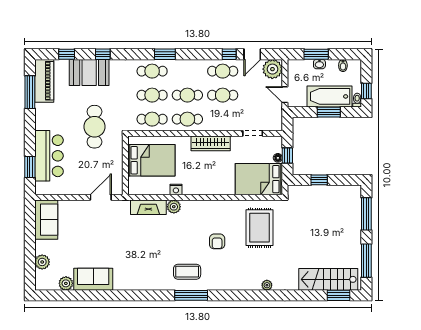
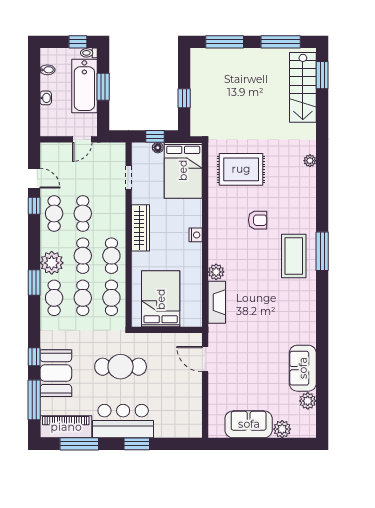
window: (67, 54) -> (34, 400), width x2.17
window: (316, 54) -> (34, 102), removed
plant: (272, 69) -> (52, 263), moved
bar counter: (49, 156) -> (123, 421), moved
window: (30, 167) -> (137, 444), moved
nightstand: (176, 190) -> (196, 235), moved
sofa: (46, 220) -> (249, 424), moved
coffee table: (187, 272) -> (294, 256), width x1.36, depth x1.32

